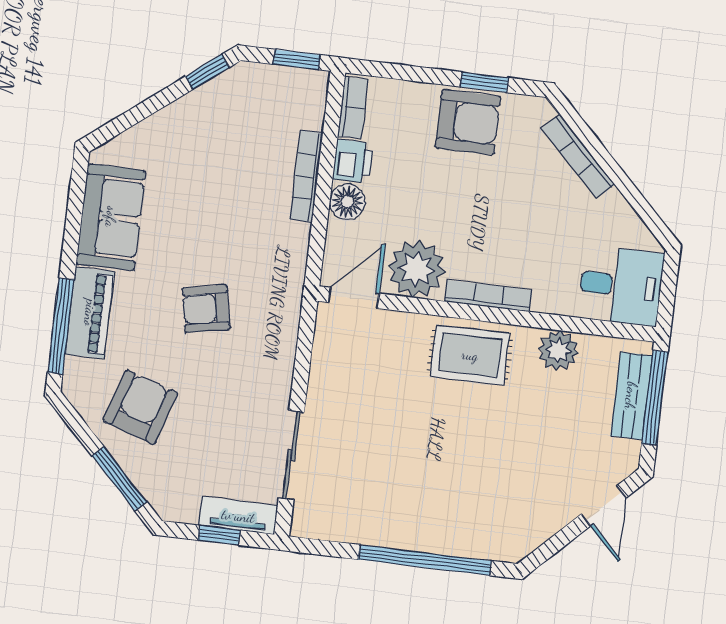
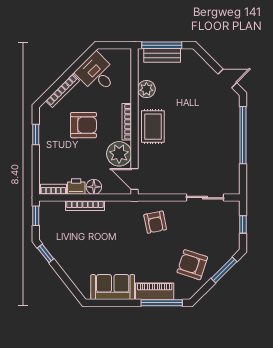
armchair: (468, 122) -> (83, 125), moved, turned 90
desk: (621, 286) -> (97, 74), moved, turned -45
armchair: (206, 309) -> (155, 222), moved
door: (603, 506) -> (227, 78), moved
tv unit: (238, 516) -> (234, 217), removed

